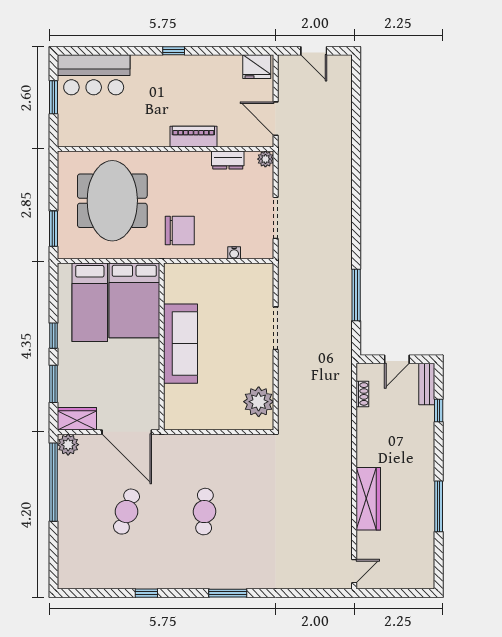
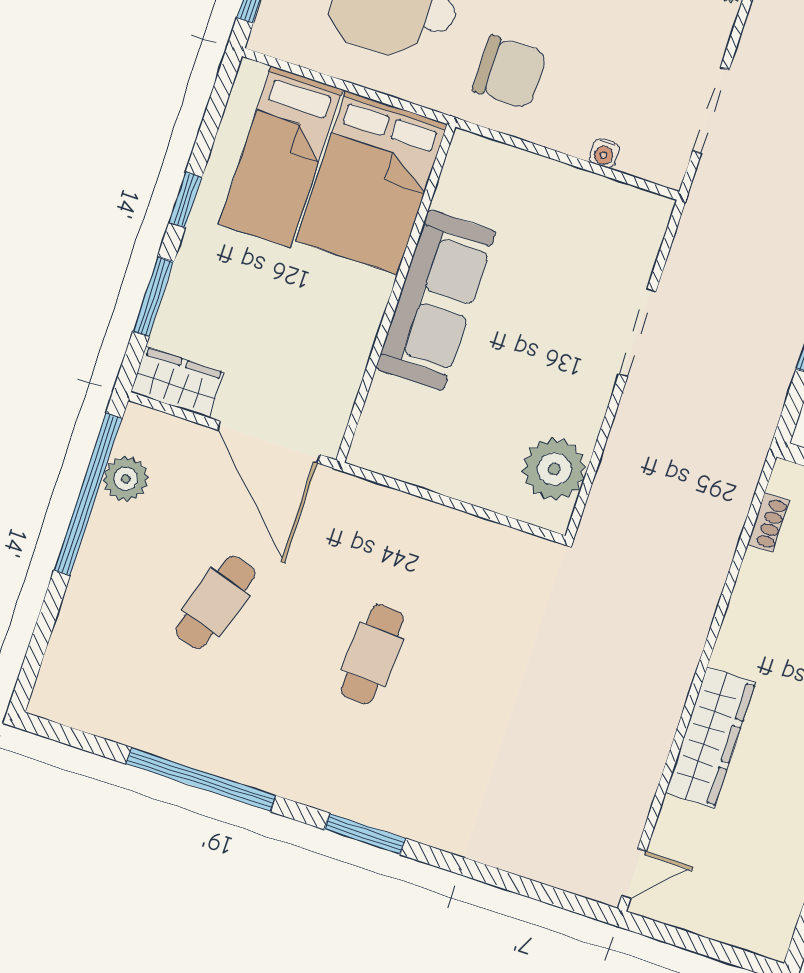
plant: (68, 445) -> (126, 479), moved
window: (146, 593) -> (201, 780), width x3.17

